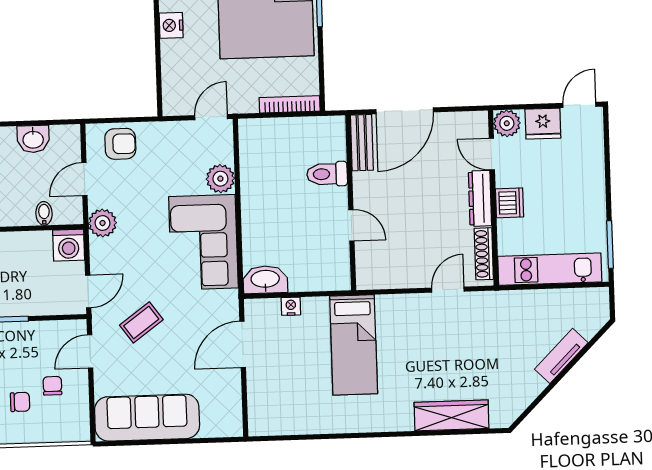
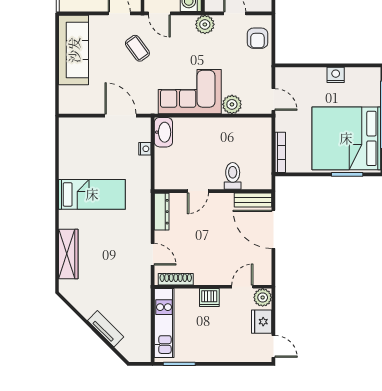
dresser: (480, 198) -> (162, 212), moved, turned 90
bed: (354, 345) -> (92, 194), moved, turned 180

